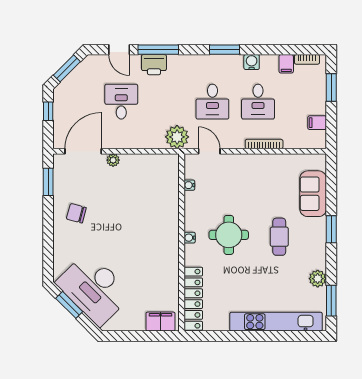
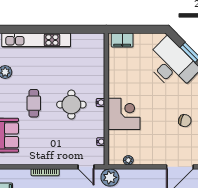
plant: (113, 160) -> (128, 160), moved
corner desk: (158, 222) -> (124, 114), added
locker: (193, 299) -> (98, 57), removed

